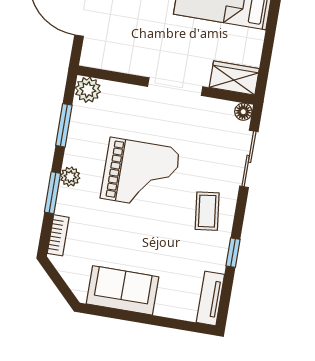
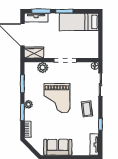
wardrobe: (234, 78) -> (34, 53), moved
plant: (88, 90) -> (43, 68), moved
grand piano: (140, 173) -> (57, 98), turned 90

